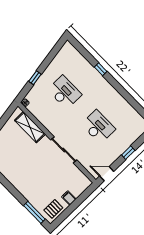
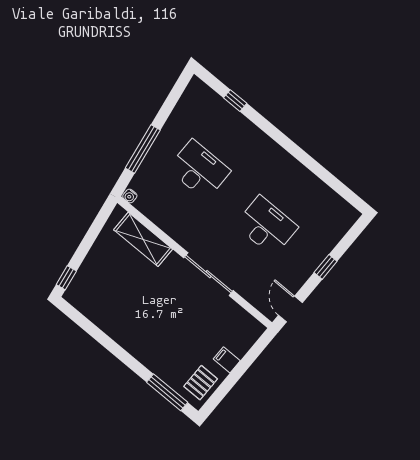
window: (101, 69) -> (235, 101), moved
window: (35, 78) -> (143, 149), width x2.17
door: (107, 174) -> (290, 309), hinge flipped

